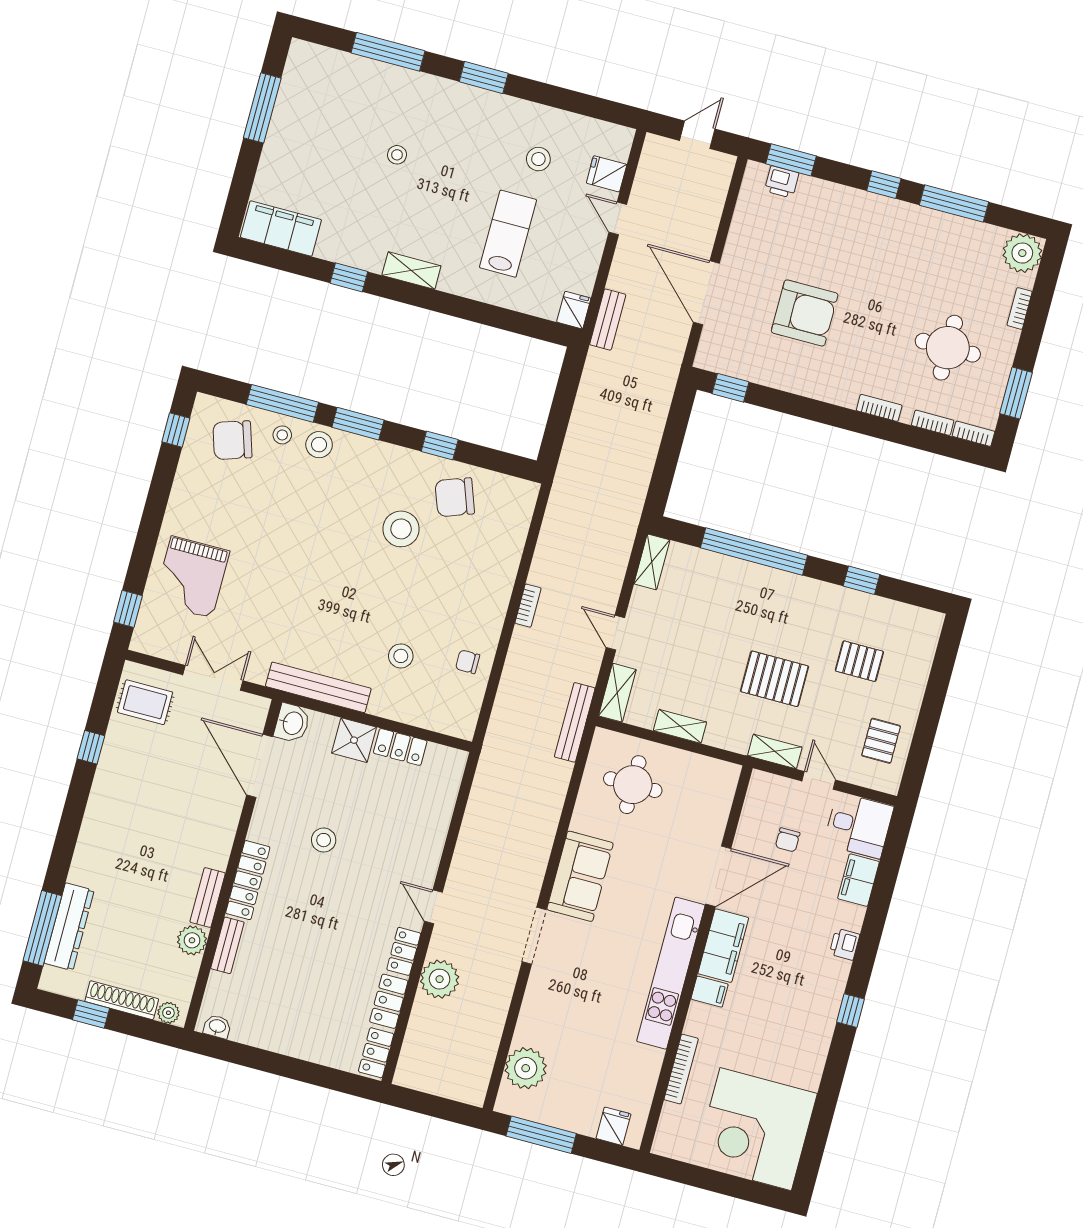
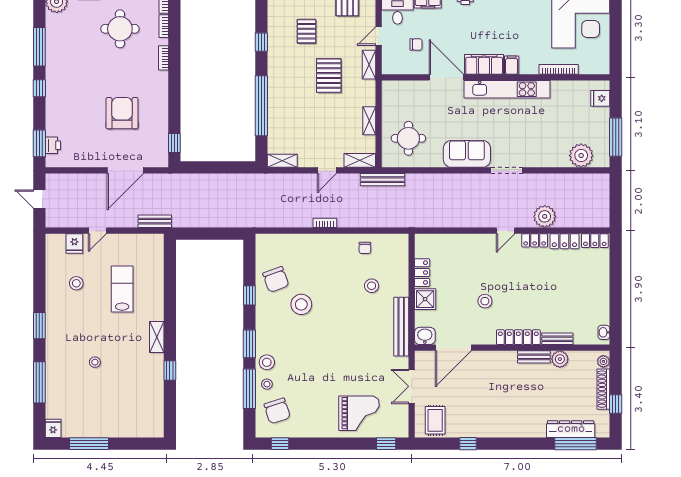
filing cabinet: (281, 229) -> (153, 415), removed
lab bench: (508, 234) -> (122, 289), turned 90
fridge: (574, 310) -> (53, 428), moved, turned 90

